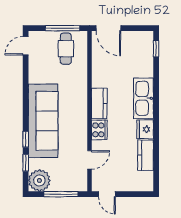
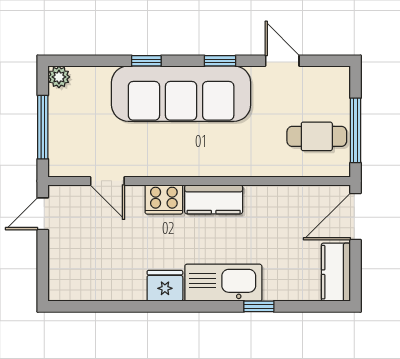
door: (26, 46) -> (282, 61), moved
window: (156, 49) -> (259, 306), moved
kitchen counter: (146, 155) -> (336, 272), moved, turned -90
window: (26, 163) -> (220, 61), moved
plant: (39, 180) -> (59, 77), width x0.53, depth x0.53

